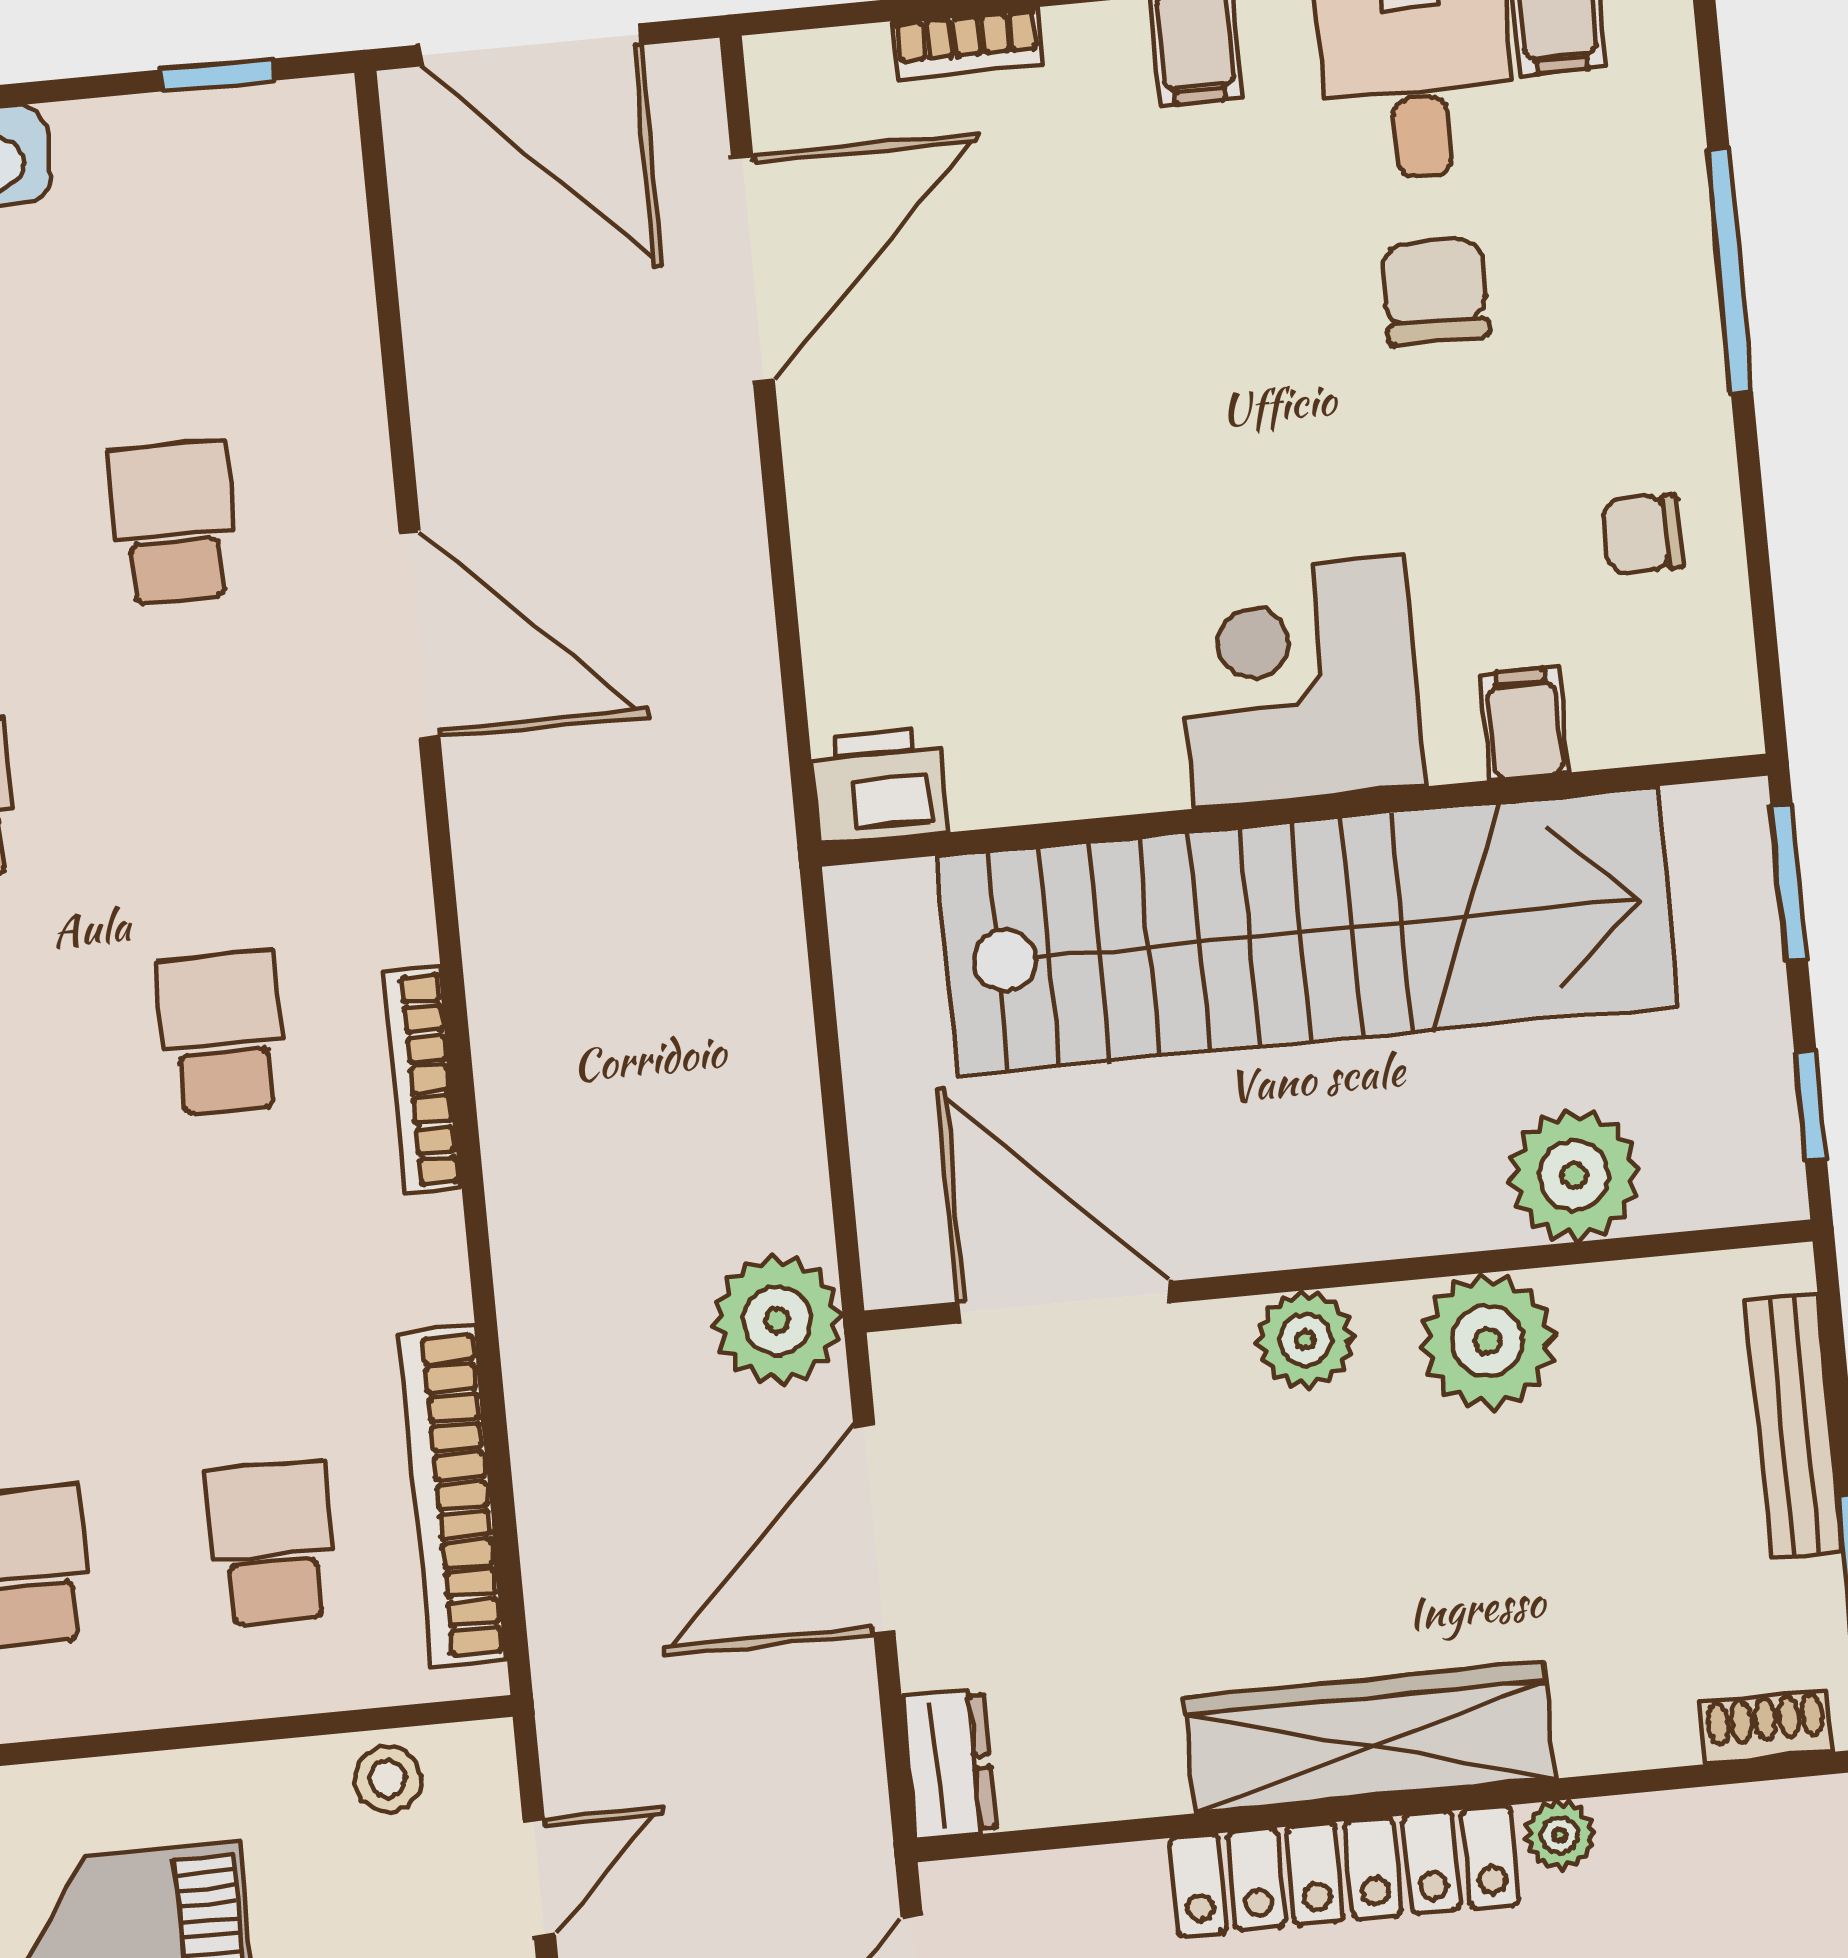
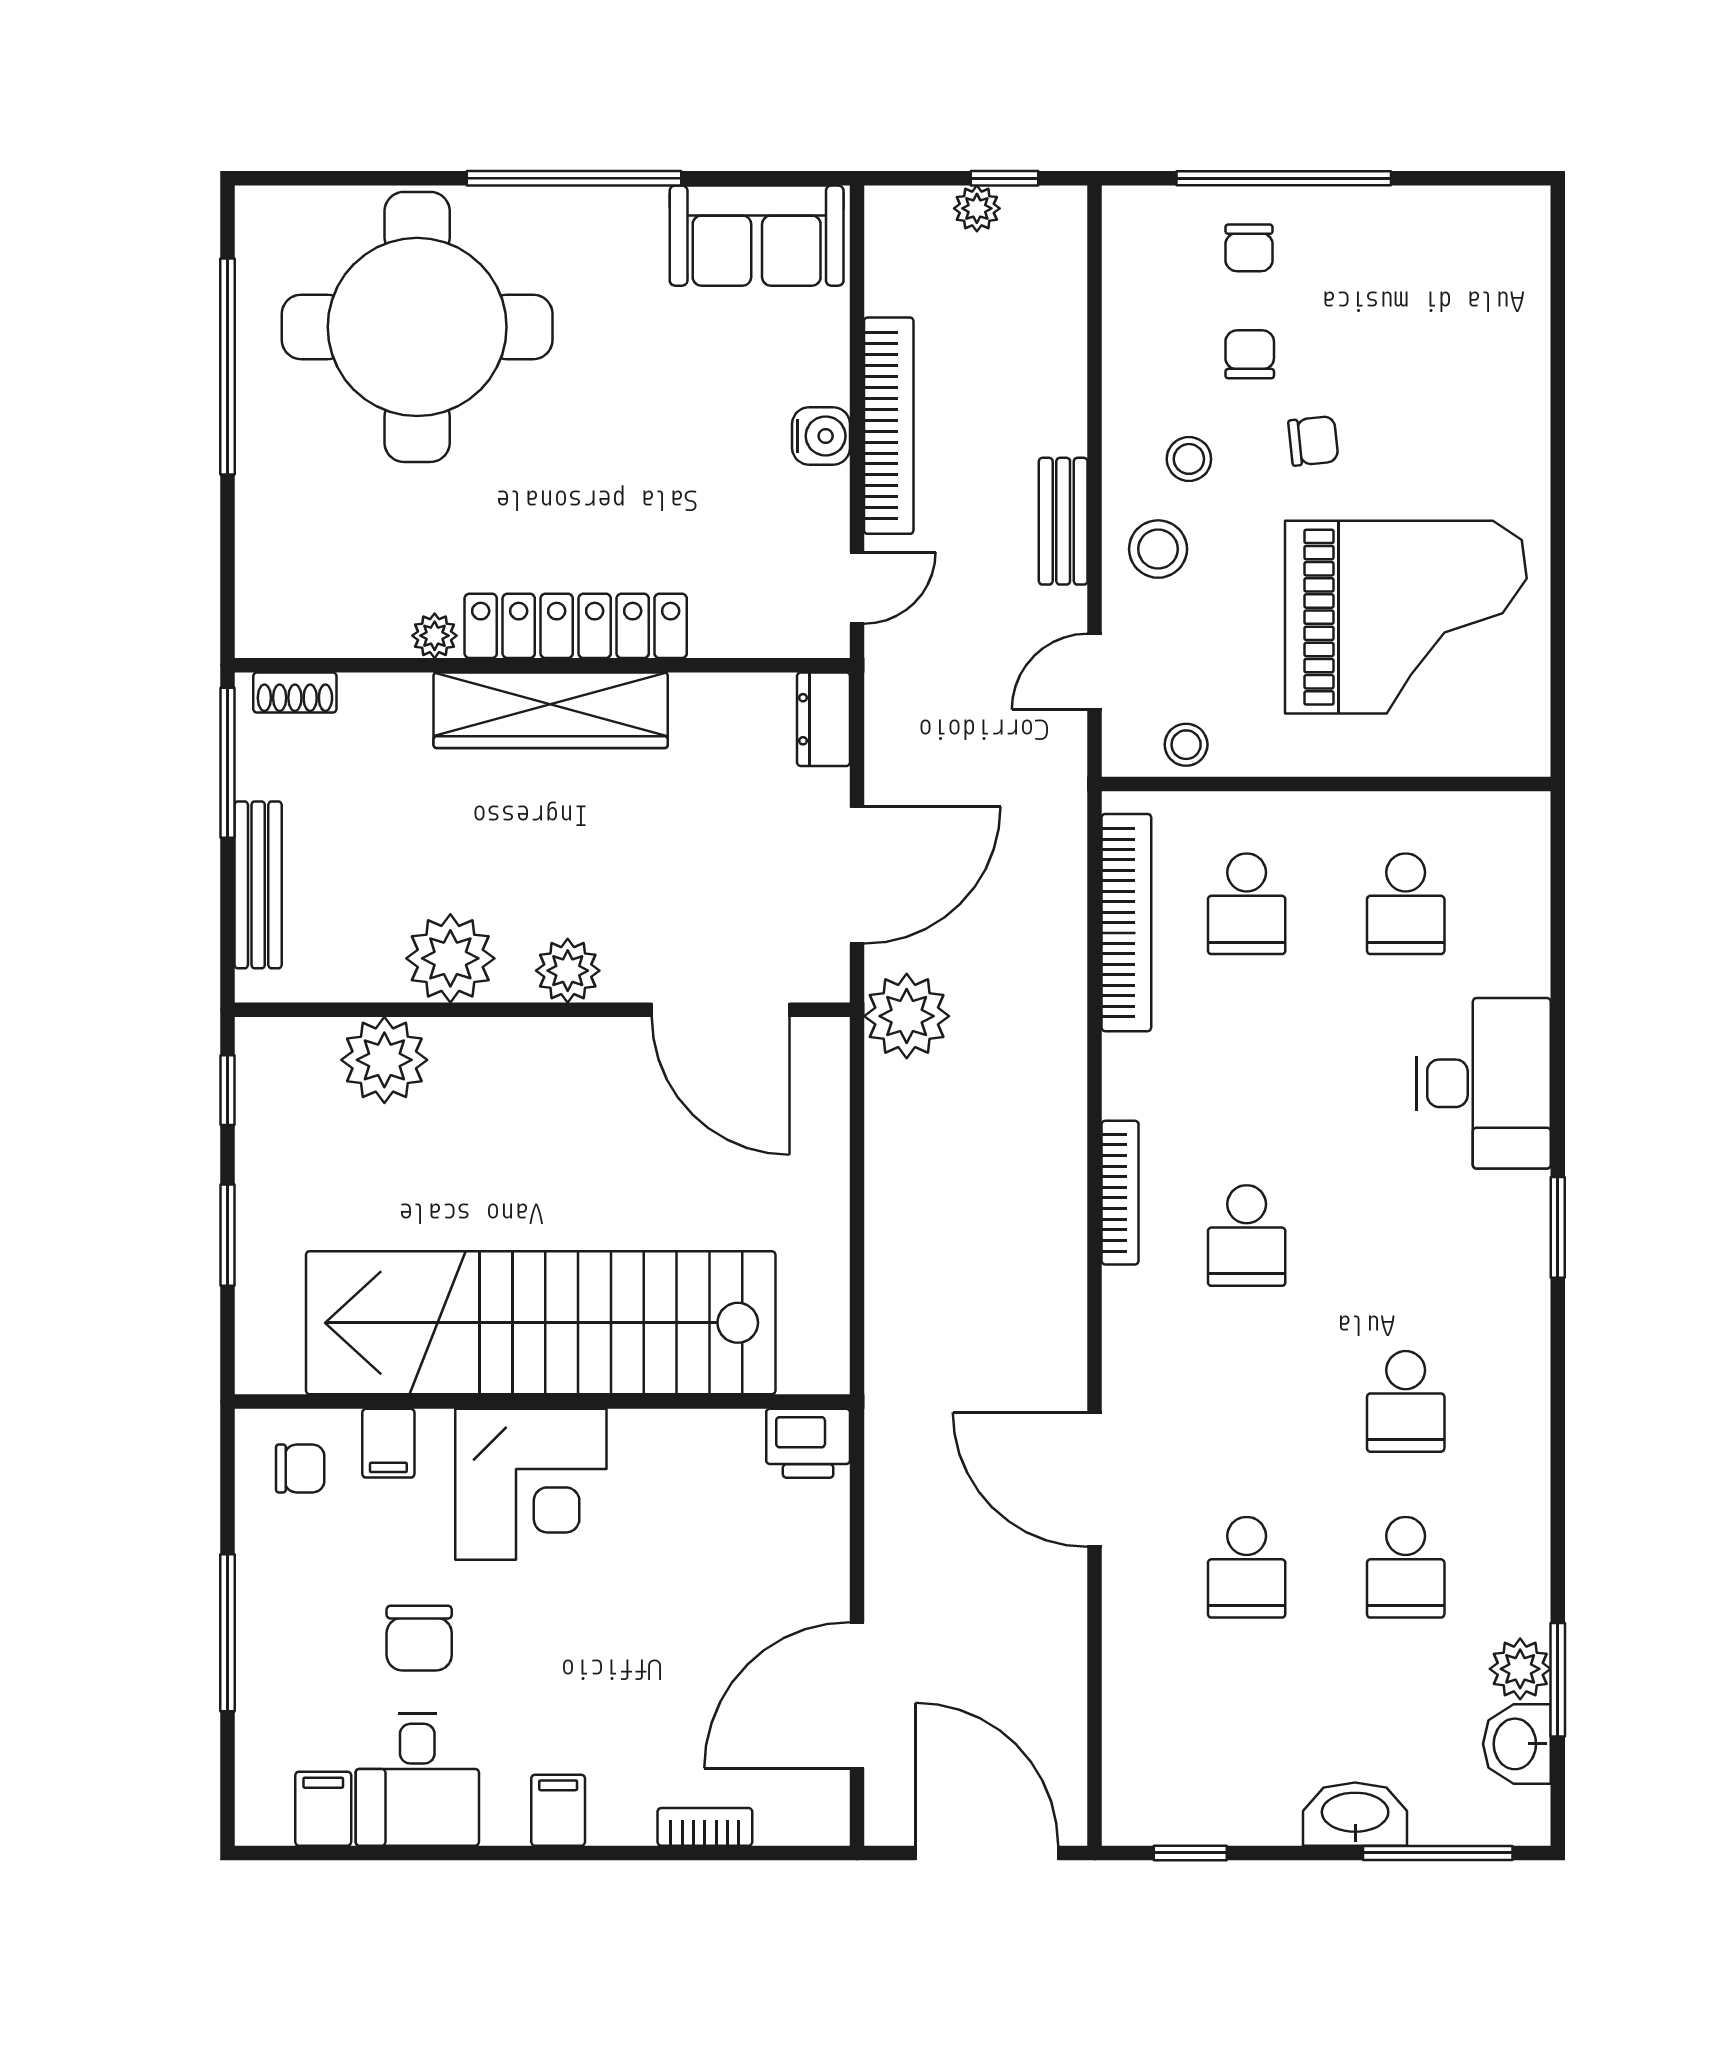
corner desk: (1299, 681) -> (531, 1484), moved
filing cabinet: (1524, 723) -> (388, 1443), moved
printer: (879, 785) -> (808, 1443), moved
wall: (1294, 810) -> (542, 1402), moved
stairs: (1308, 931) -> (541, 1323), moved

